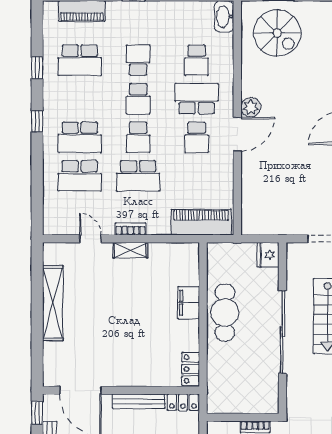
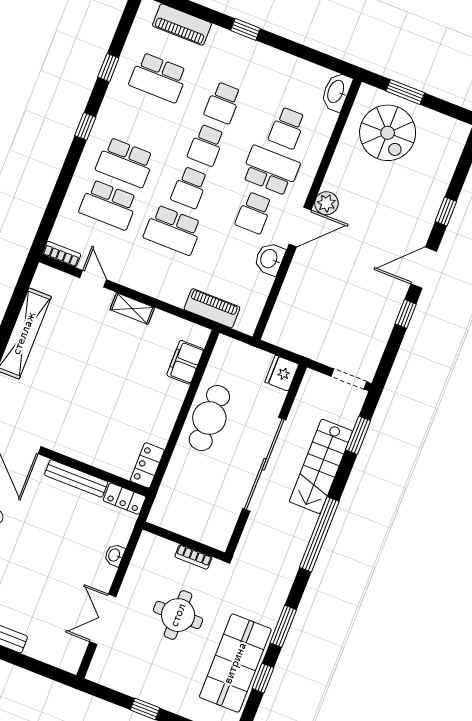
school desk: (138, 60) -> (223, 103), turned 180
washbasin: (223, 169) -> (270, 259), added
piano: (201, 222) -> (212, 308), width x0.73, depth x0.75
bookcase: (131, 229) -> (62, 254), moved
filing cabinet: (189, 303) -> (185, 362), moved

